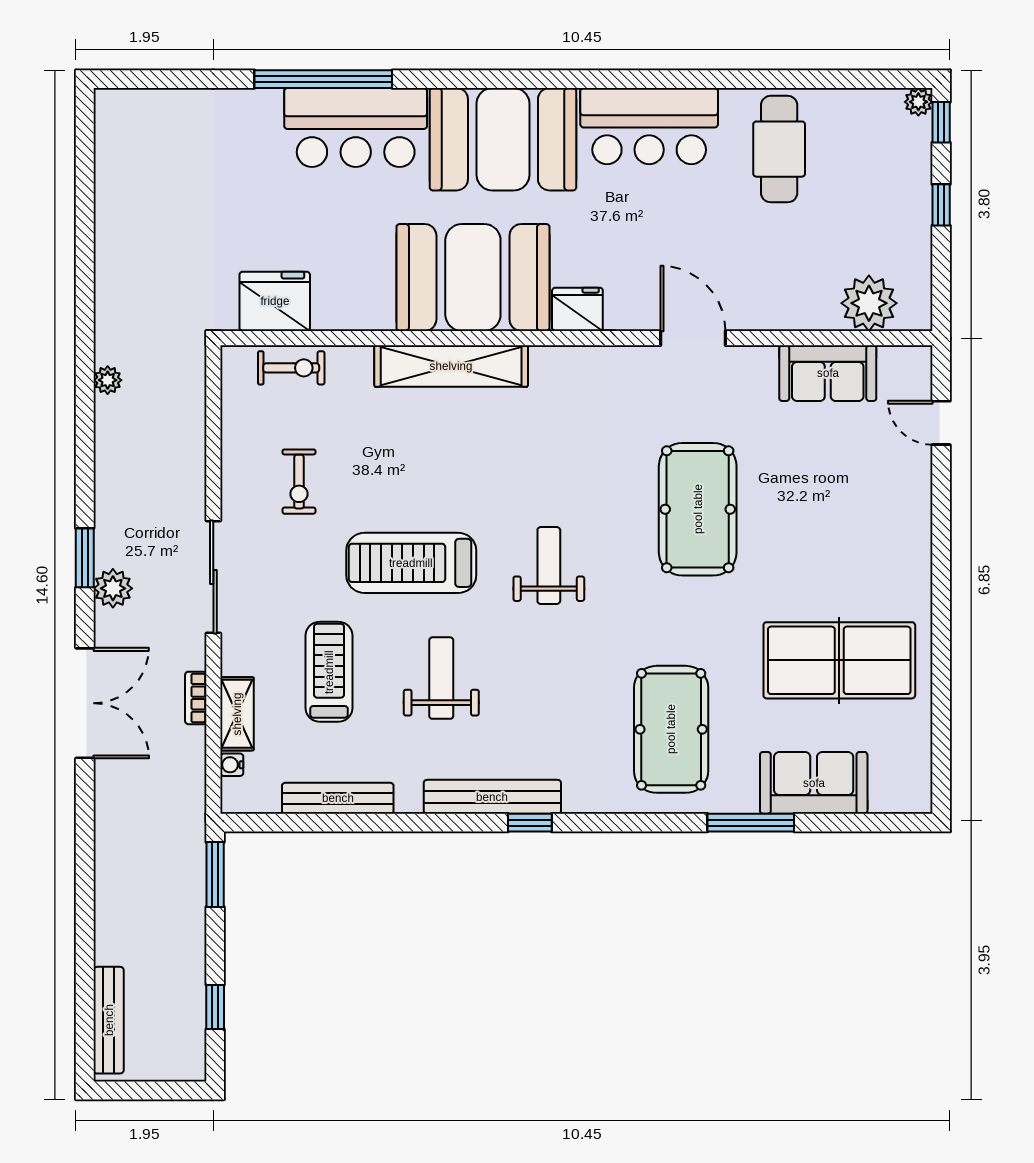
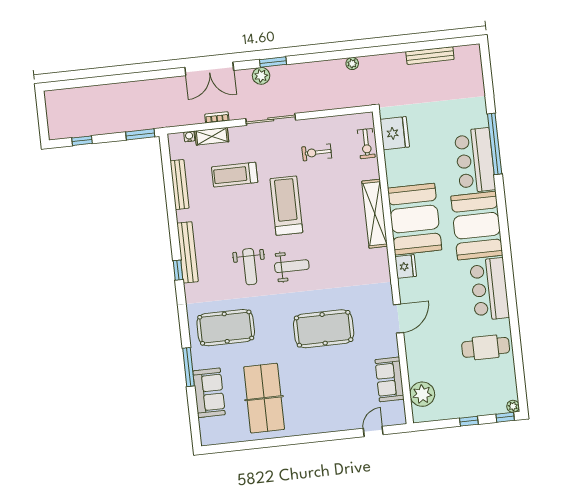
treadmill: (329, 672) -> (235, 175), turned 180
weight bench: (441, 678) -> (250, 267), moved, turned 90
bench: (109, 1020) -> (430, 56), moved

